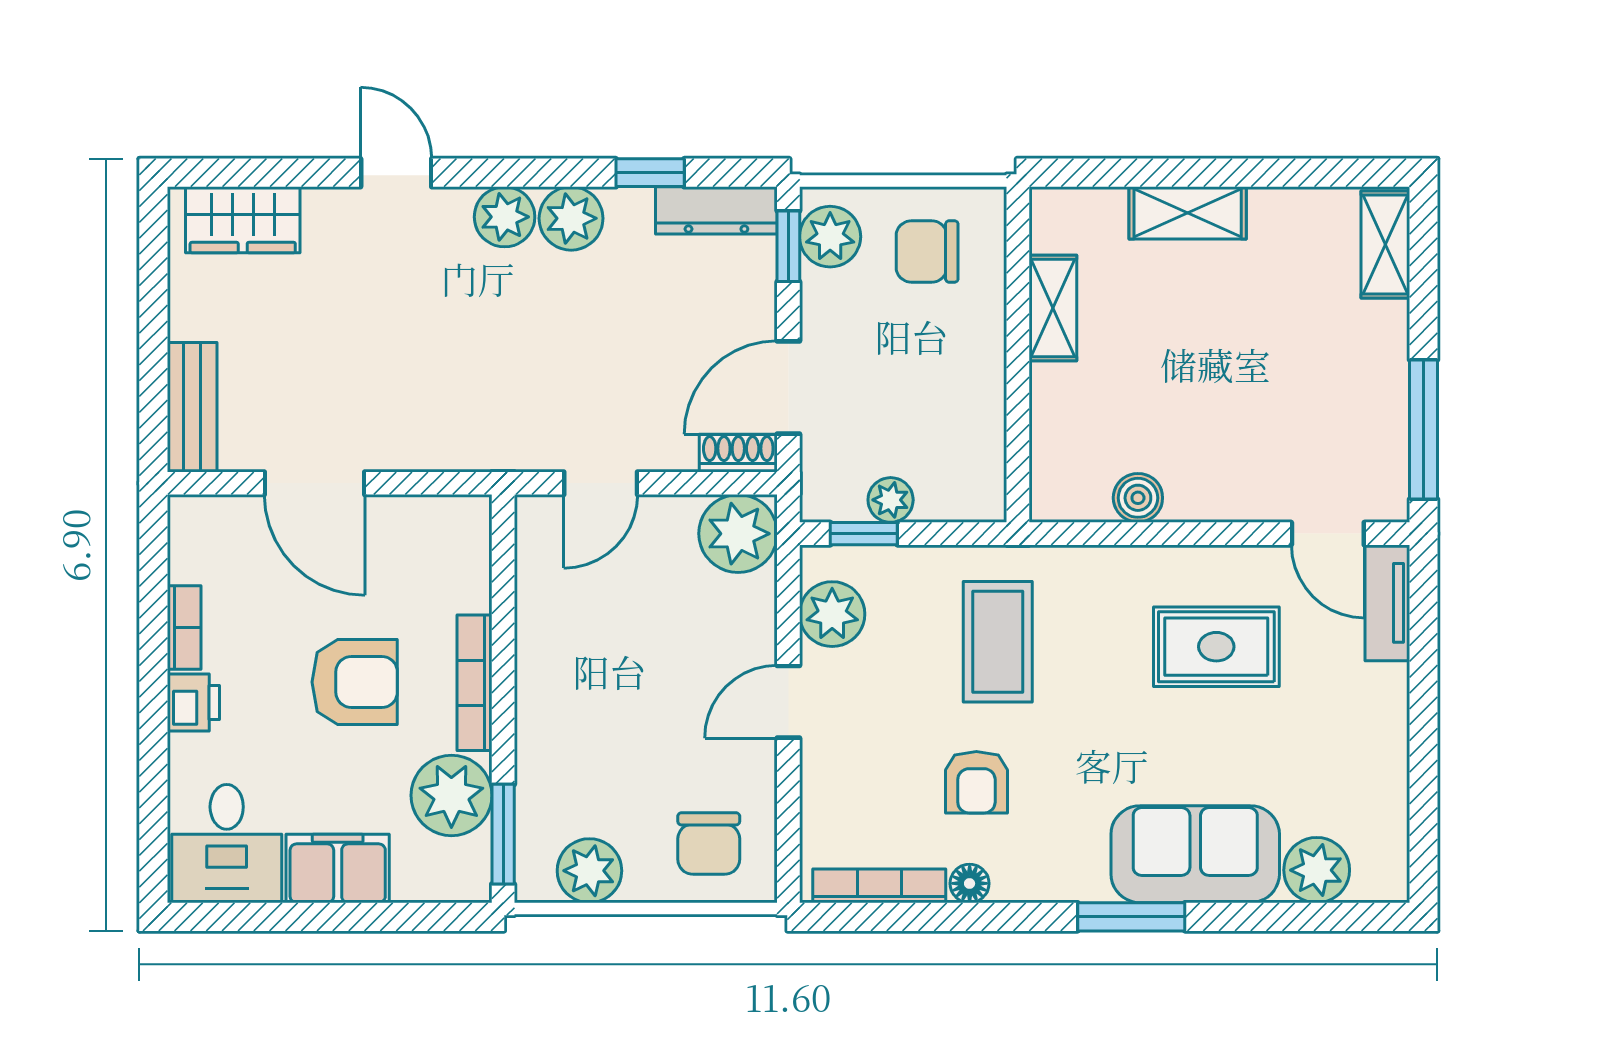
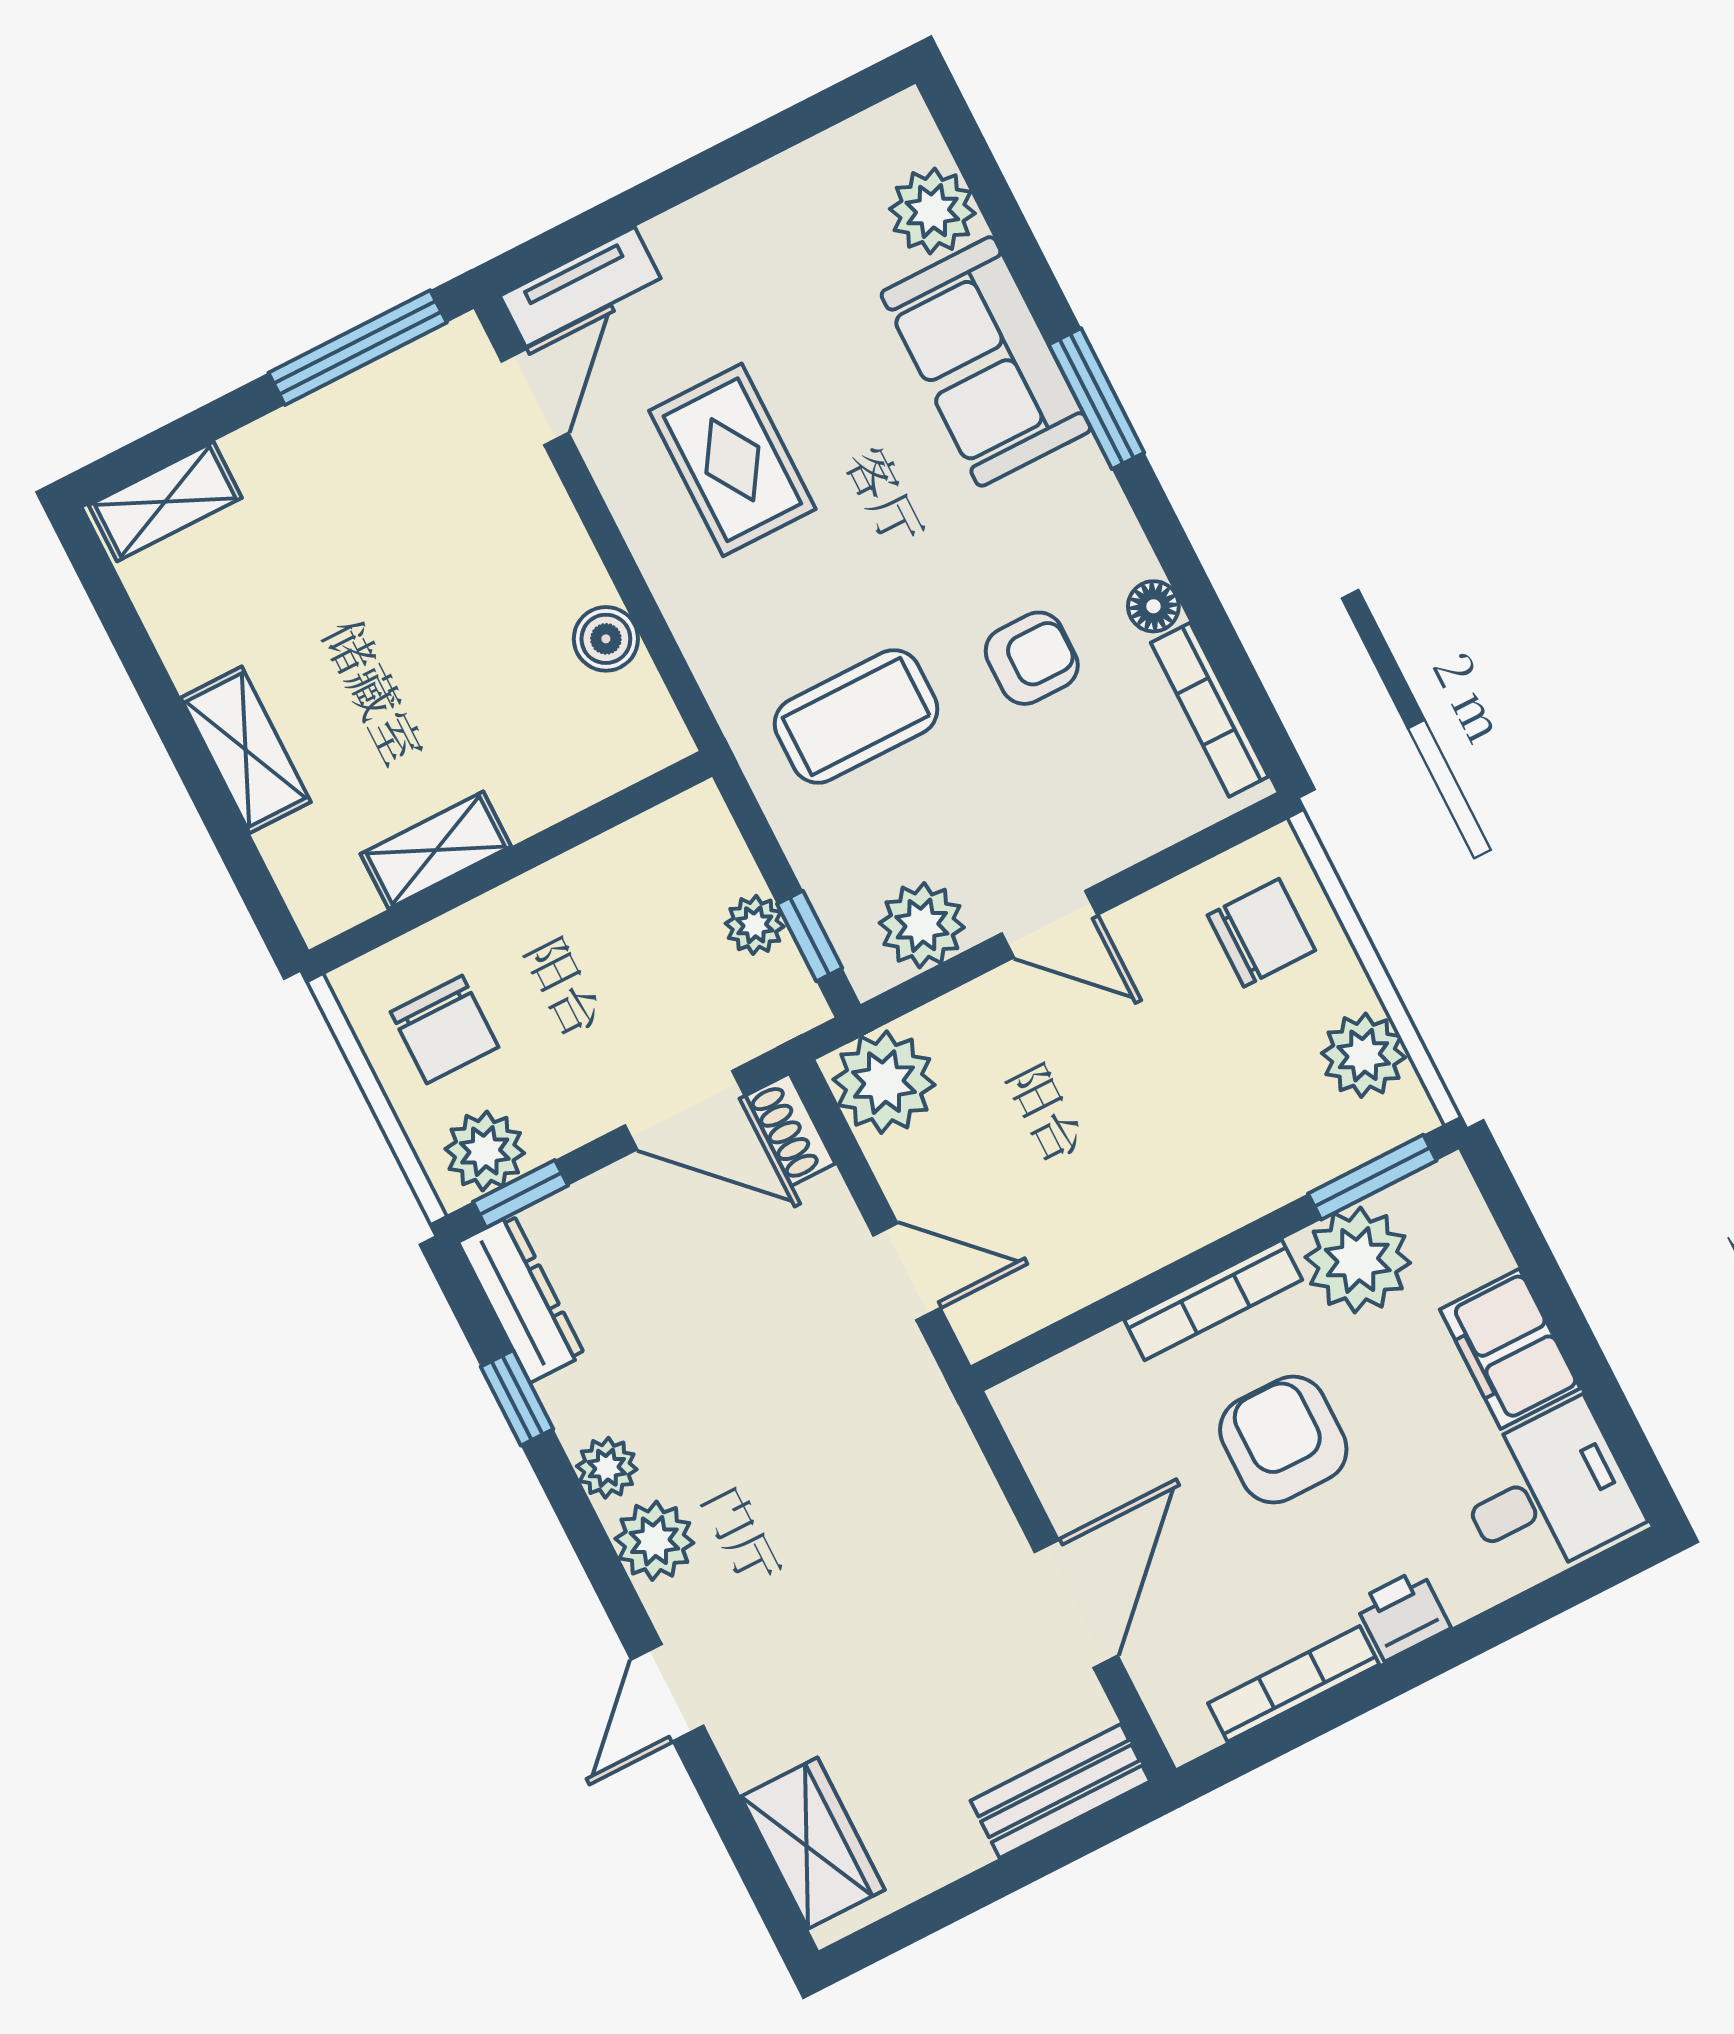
plant: (571, 218) -> (607, 1468), width x0.73, depth x0.73
bookcase: (184, 628) -> (1294, 1684), width x1.56

